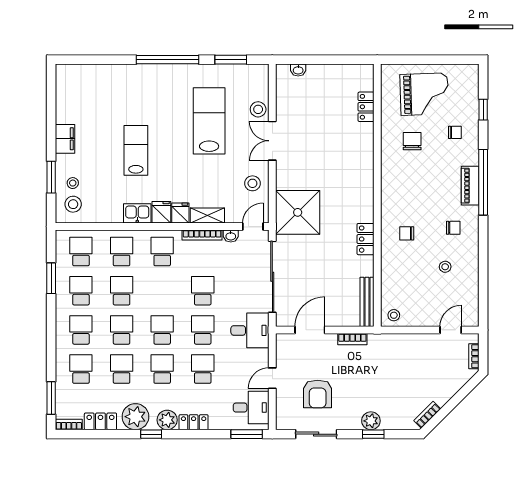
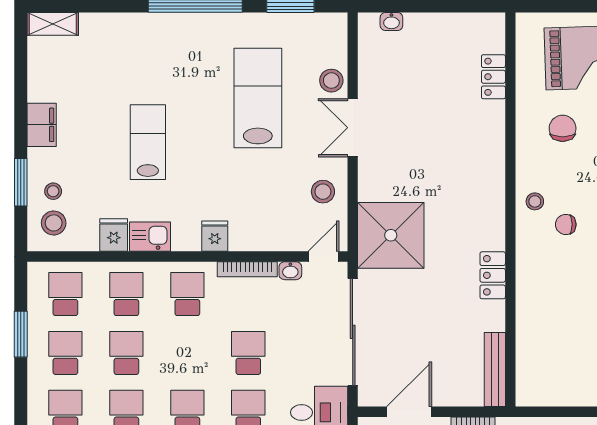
fridge: (161, 212) -> (114, 235), moved
shelving: (207, 216) -> (53, 24), moved
chair: (407, 233) -> (566, 224), moved
stool: (394, 315) -> (535, 201), moved

